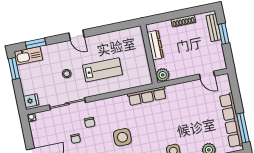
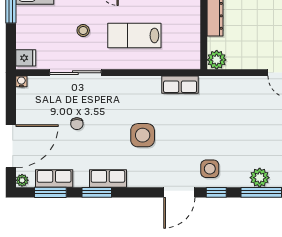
lab bench: (103, 70) -> (134, 35), turned 180
row of seats: (147, 96) -> (180, 85), width x0.68
chair: (90, 122) -> (101, 105), removed

